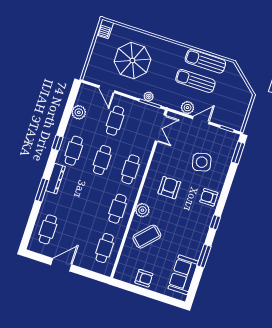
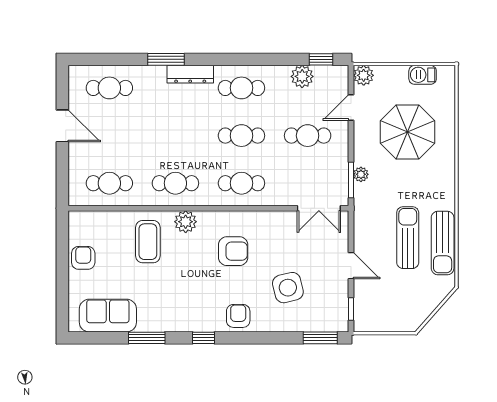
barbecue: (105, 29) -> (423, 75), moved
sun lounger: (205, 61) -> (443, 243), turned 180
plant: (188, 108) -> (364, 75), moved
window: (57, 143) -> (321, 59), moved
coffee table: (147, 237) -> (148, 242), turned 47
armchair: (144, 278) -> (83, 258), turned 180

